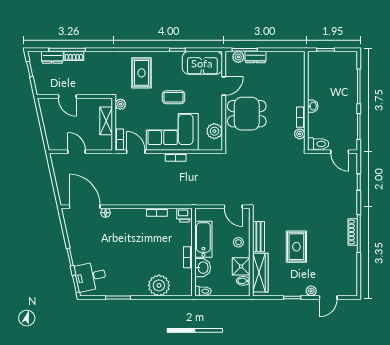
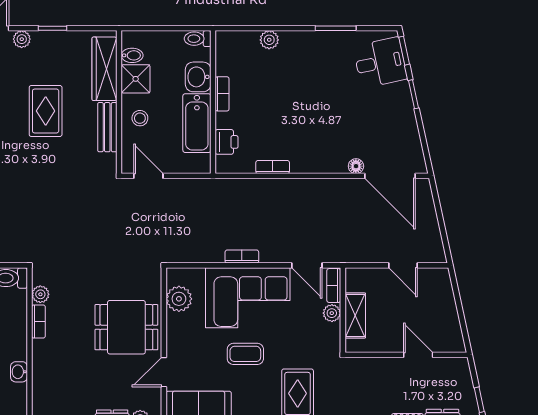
plant: (120, 104) -> (332, 313), moved
washbasin: (313, 106) -> (19, 372), moved
printer: (184, 215) -> (227, 142), moved, turned 90
plant: (159, 285) -> (269, 40), width x0.53, depth x0.53

